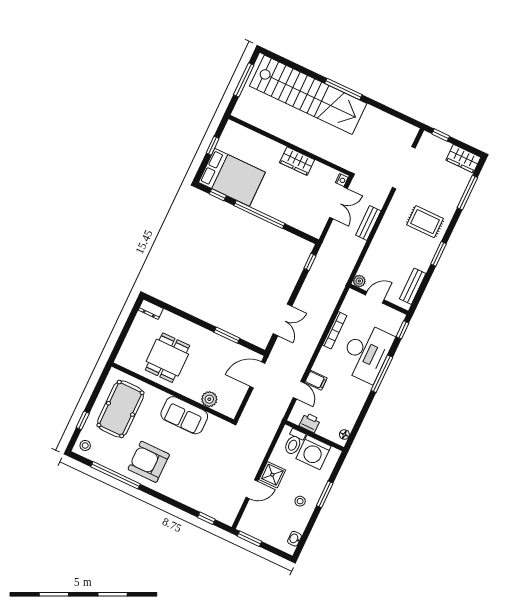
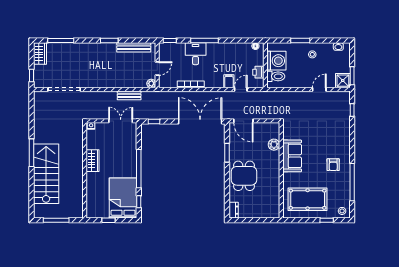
stairs: (308, 95) -> (46, 174), width x0.73
double door: (339, 203) -> (121, 121), moved
rug: (425, 222) -> (93, 59), removed
bench: (368, 223) -> (129, 95), moved
bench: (413, 286) -> (134, 47), width x1.36
door: (375, 297) -> (157, 68), swing flipped
double door: (282, 320) -> (200, 121), width x1.87
desk: (366, 353) -> (196, 54), width x0.53, depth x0.77
dining table: (167, 358) -> (244, 176), moved, turned 90
armchair: (149, 462) -> (333, 165), width x0.53, depth x0.53
shower: (272, 475) -> (343, 81), moved
door: (252, 489) -> (319, 89), hinge flipped

